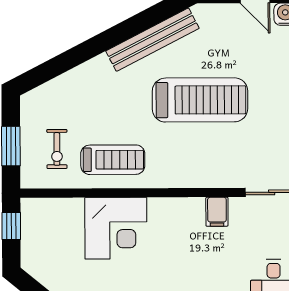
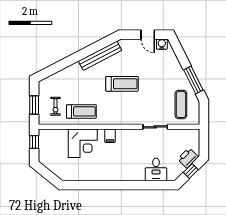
treadmill: (200, 100) -> (122, 84), width x0.73, depth x0.73
filing cabinet: (217, 212) -> (110, 136), moved

